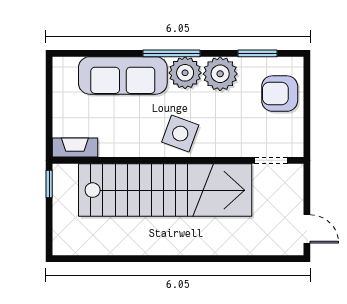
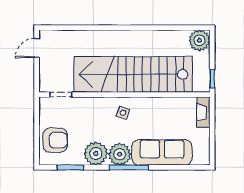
side table: (180, 134) -> (123, 113), width x0.54, depth x0.54
fireplace: (75, 147) -> (203, 112), moved, turned 90
door: (307, 229) -> (37, 48), hinge flipped
plant: (68, 240) -> (199, 40), added

